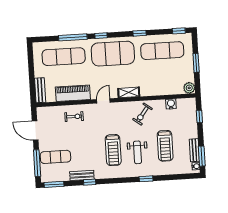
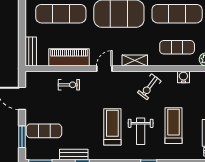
exercise mat: (164, 79) -> (177, 47), added
treadmill: (165, 146) -> (173, 126), turned 180
treadmill: (113, 150) -> (112, 127), turned 180
window: (37, 163) -> (22, 137), width x0.69

